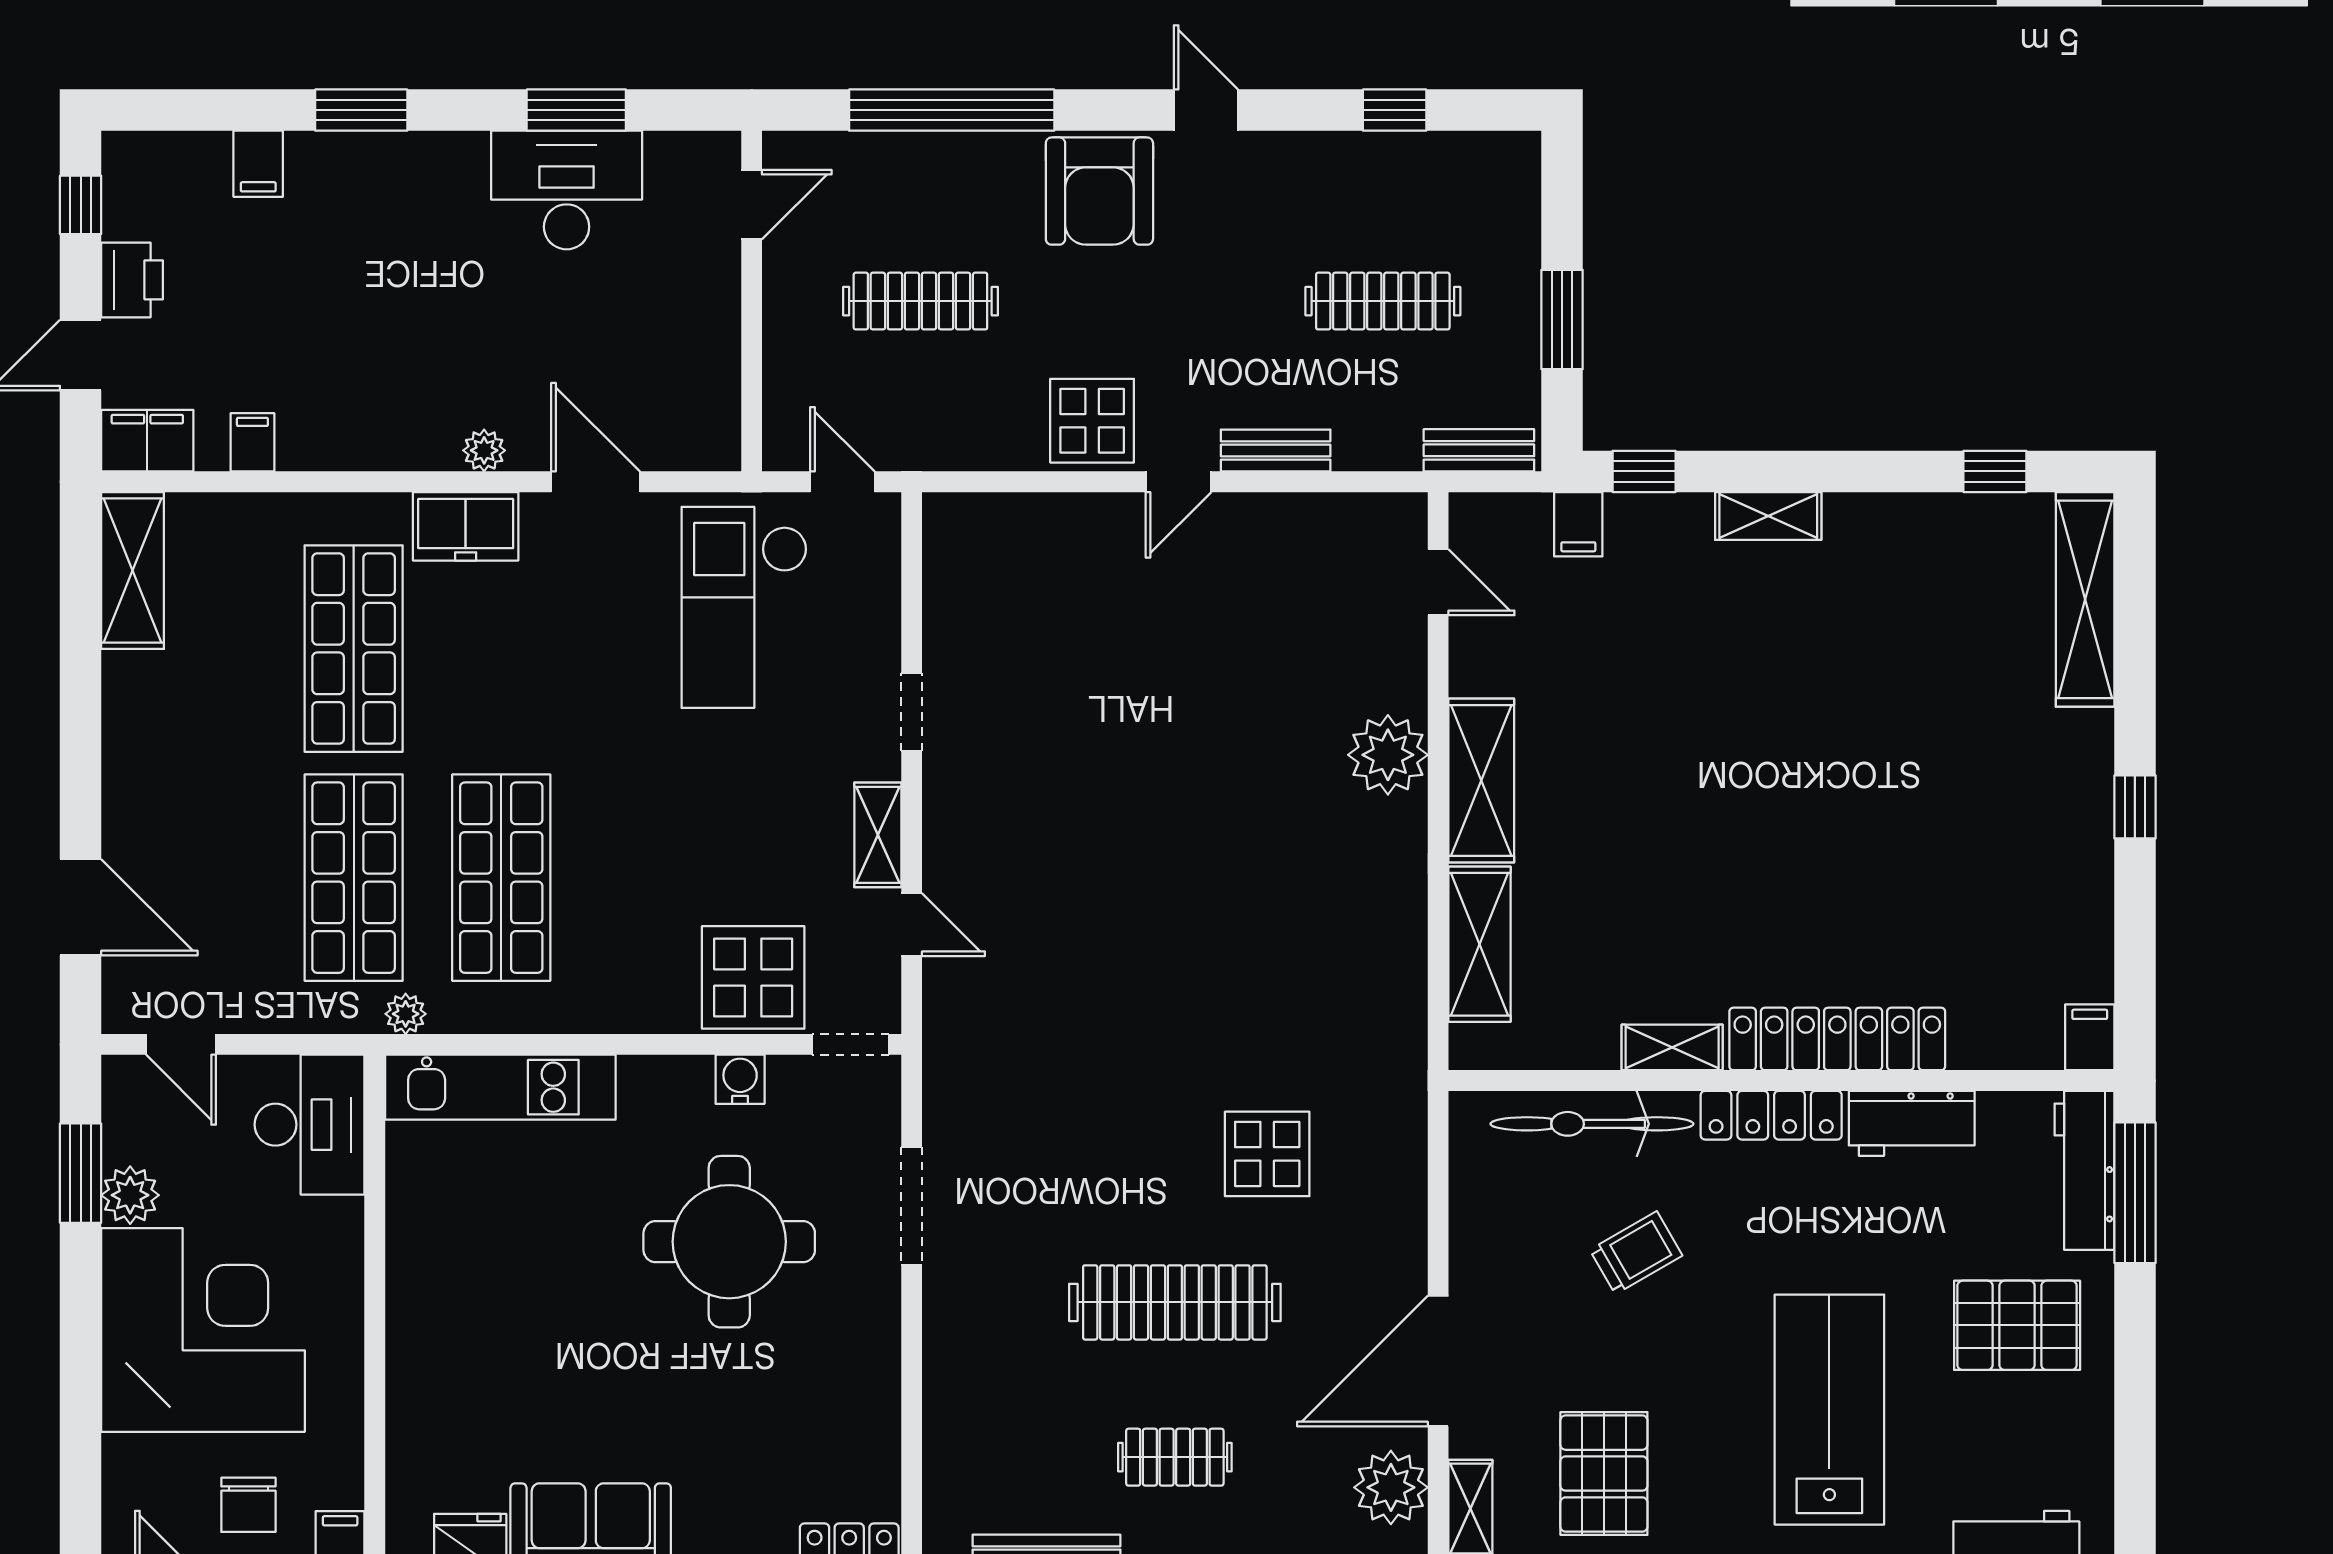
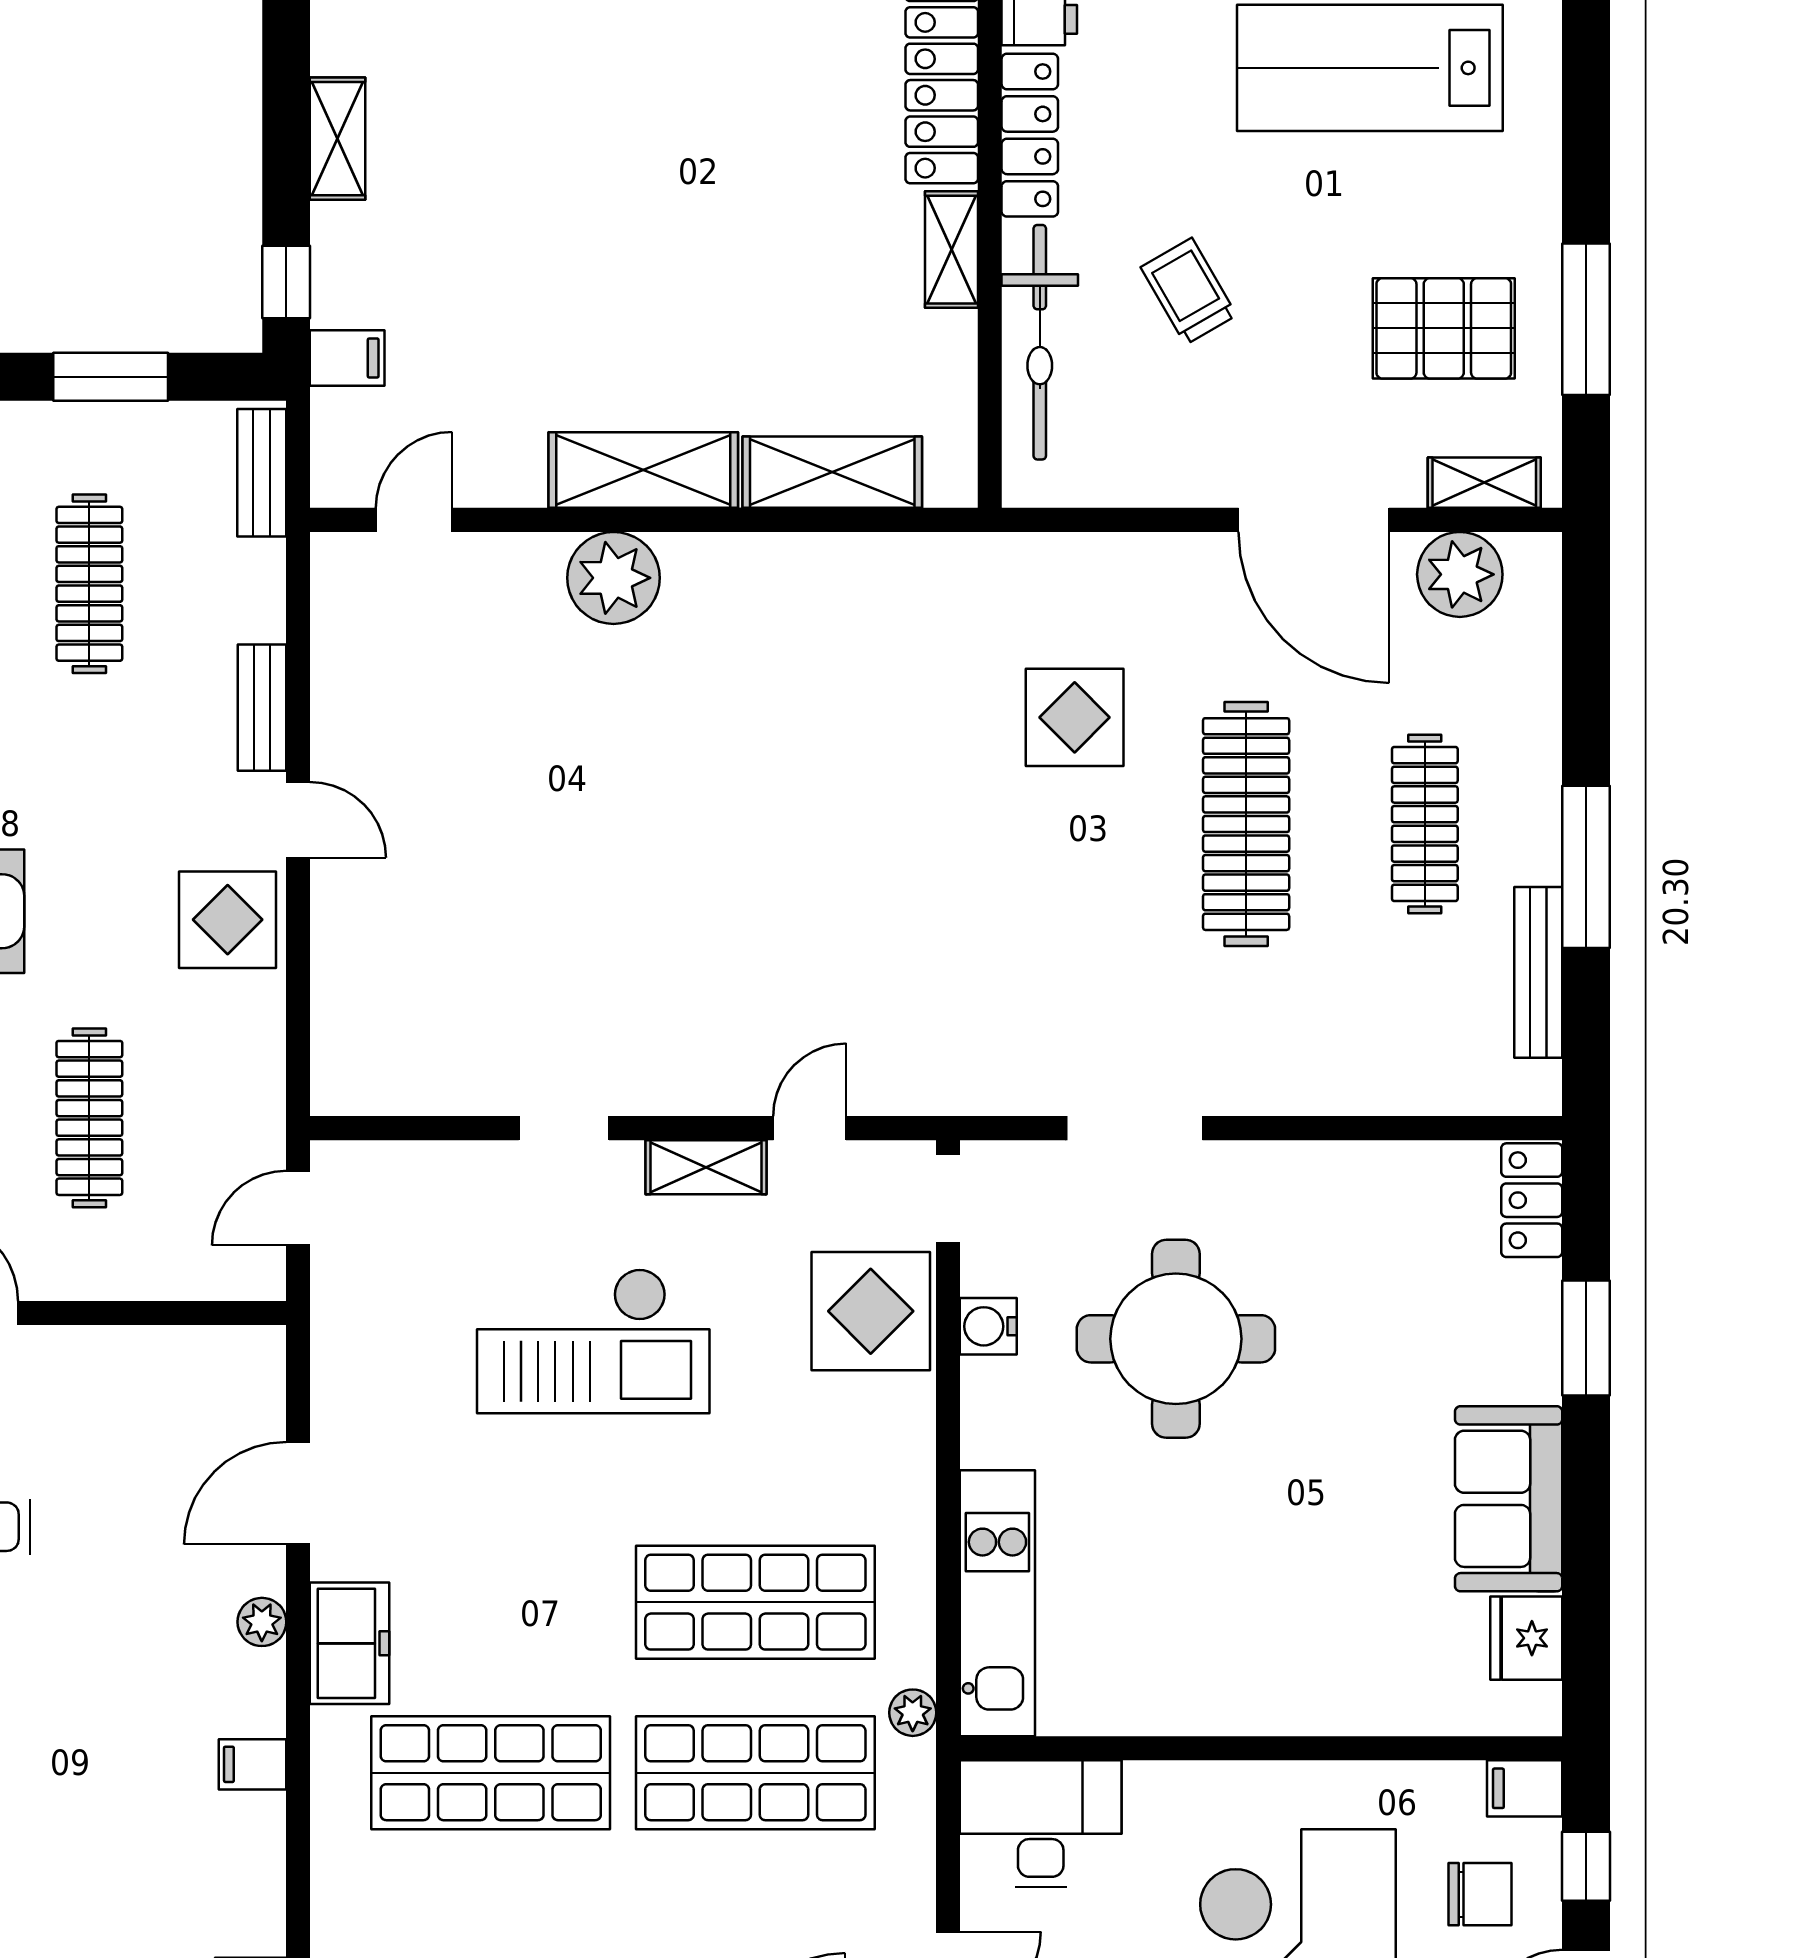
filing cabinet: (252, 442) -> (252, 1764), moved
checkout: (744, 607) -> (593, 1341), moved
clothes rail: (1175, 1457) -> (1425, 824), width x1.36

